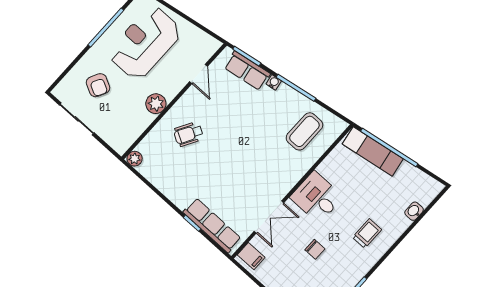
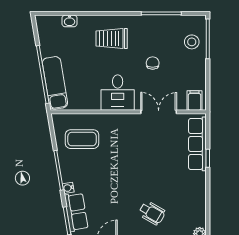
trolley: (367, 233) -> (112, 38), width x1.36, depth x1.39

